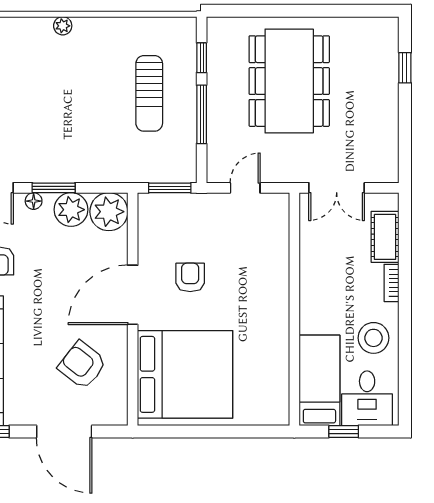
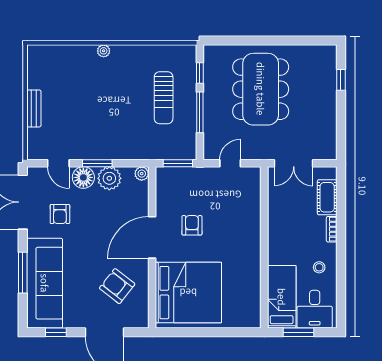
floor lamp: (34, 201) -> (83, 177), width x1.89, depth x1.89
plant: (109, 212) -> (142, 174), width x0.53, depth x0.53
stool: (374, 338) -> (319, 267), width x0.53, depth x0.53
window: (344, 432) -> (298, 332), width x1.50

